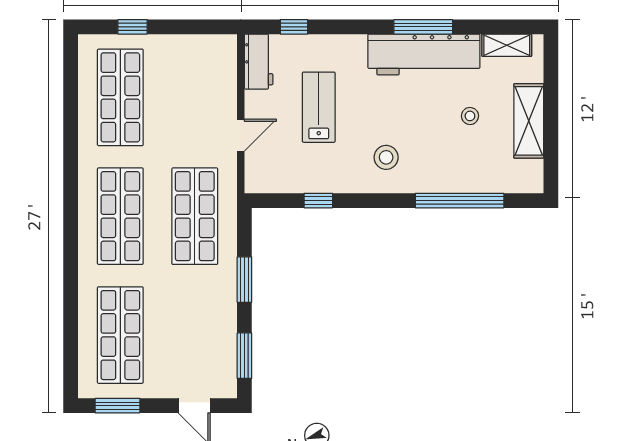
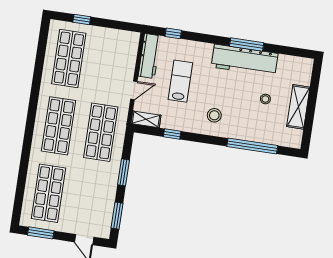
shelving: (507, 45) -> (146, 119), moved
workbench: (259, 62) -> (149, 56), width x1.38

